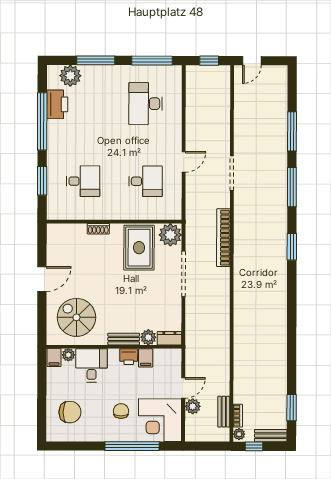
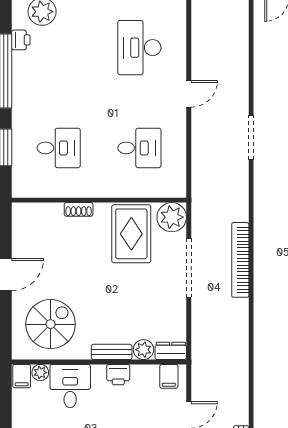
printer: (57, 104) -> (21, 40), width x0.53, depth x0.68
door: (184, 162) -> (189, 94), moved
bookcase: (223, 238) -> (240, 260), moved
spiral stairs: (76, 317) -> (51, 324), turned 90
filing cabinet: (146, 358) -> (169, 376), moved

